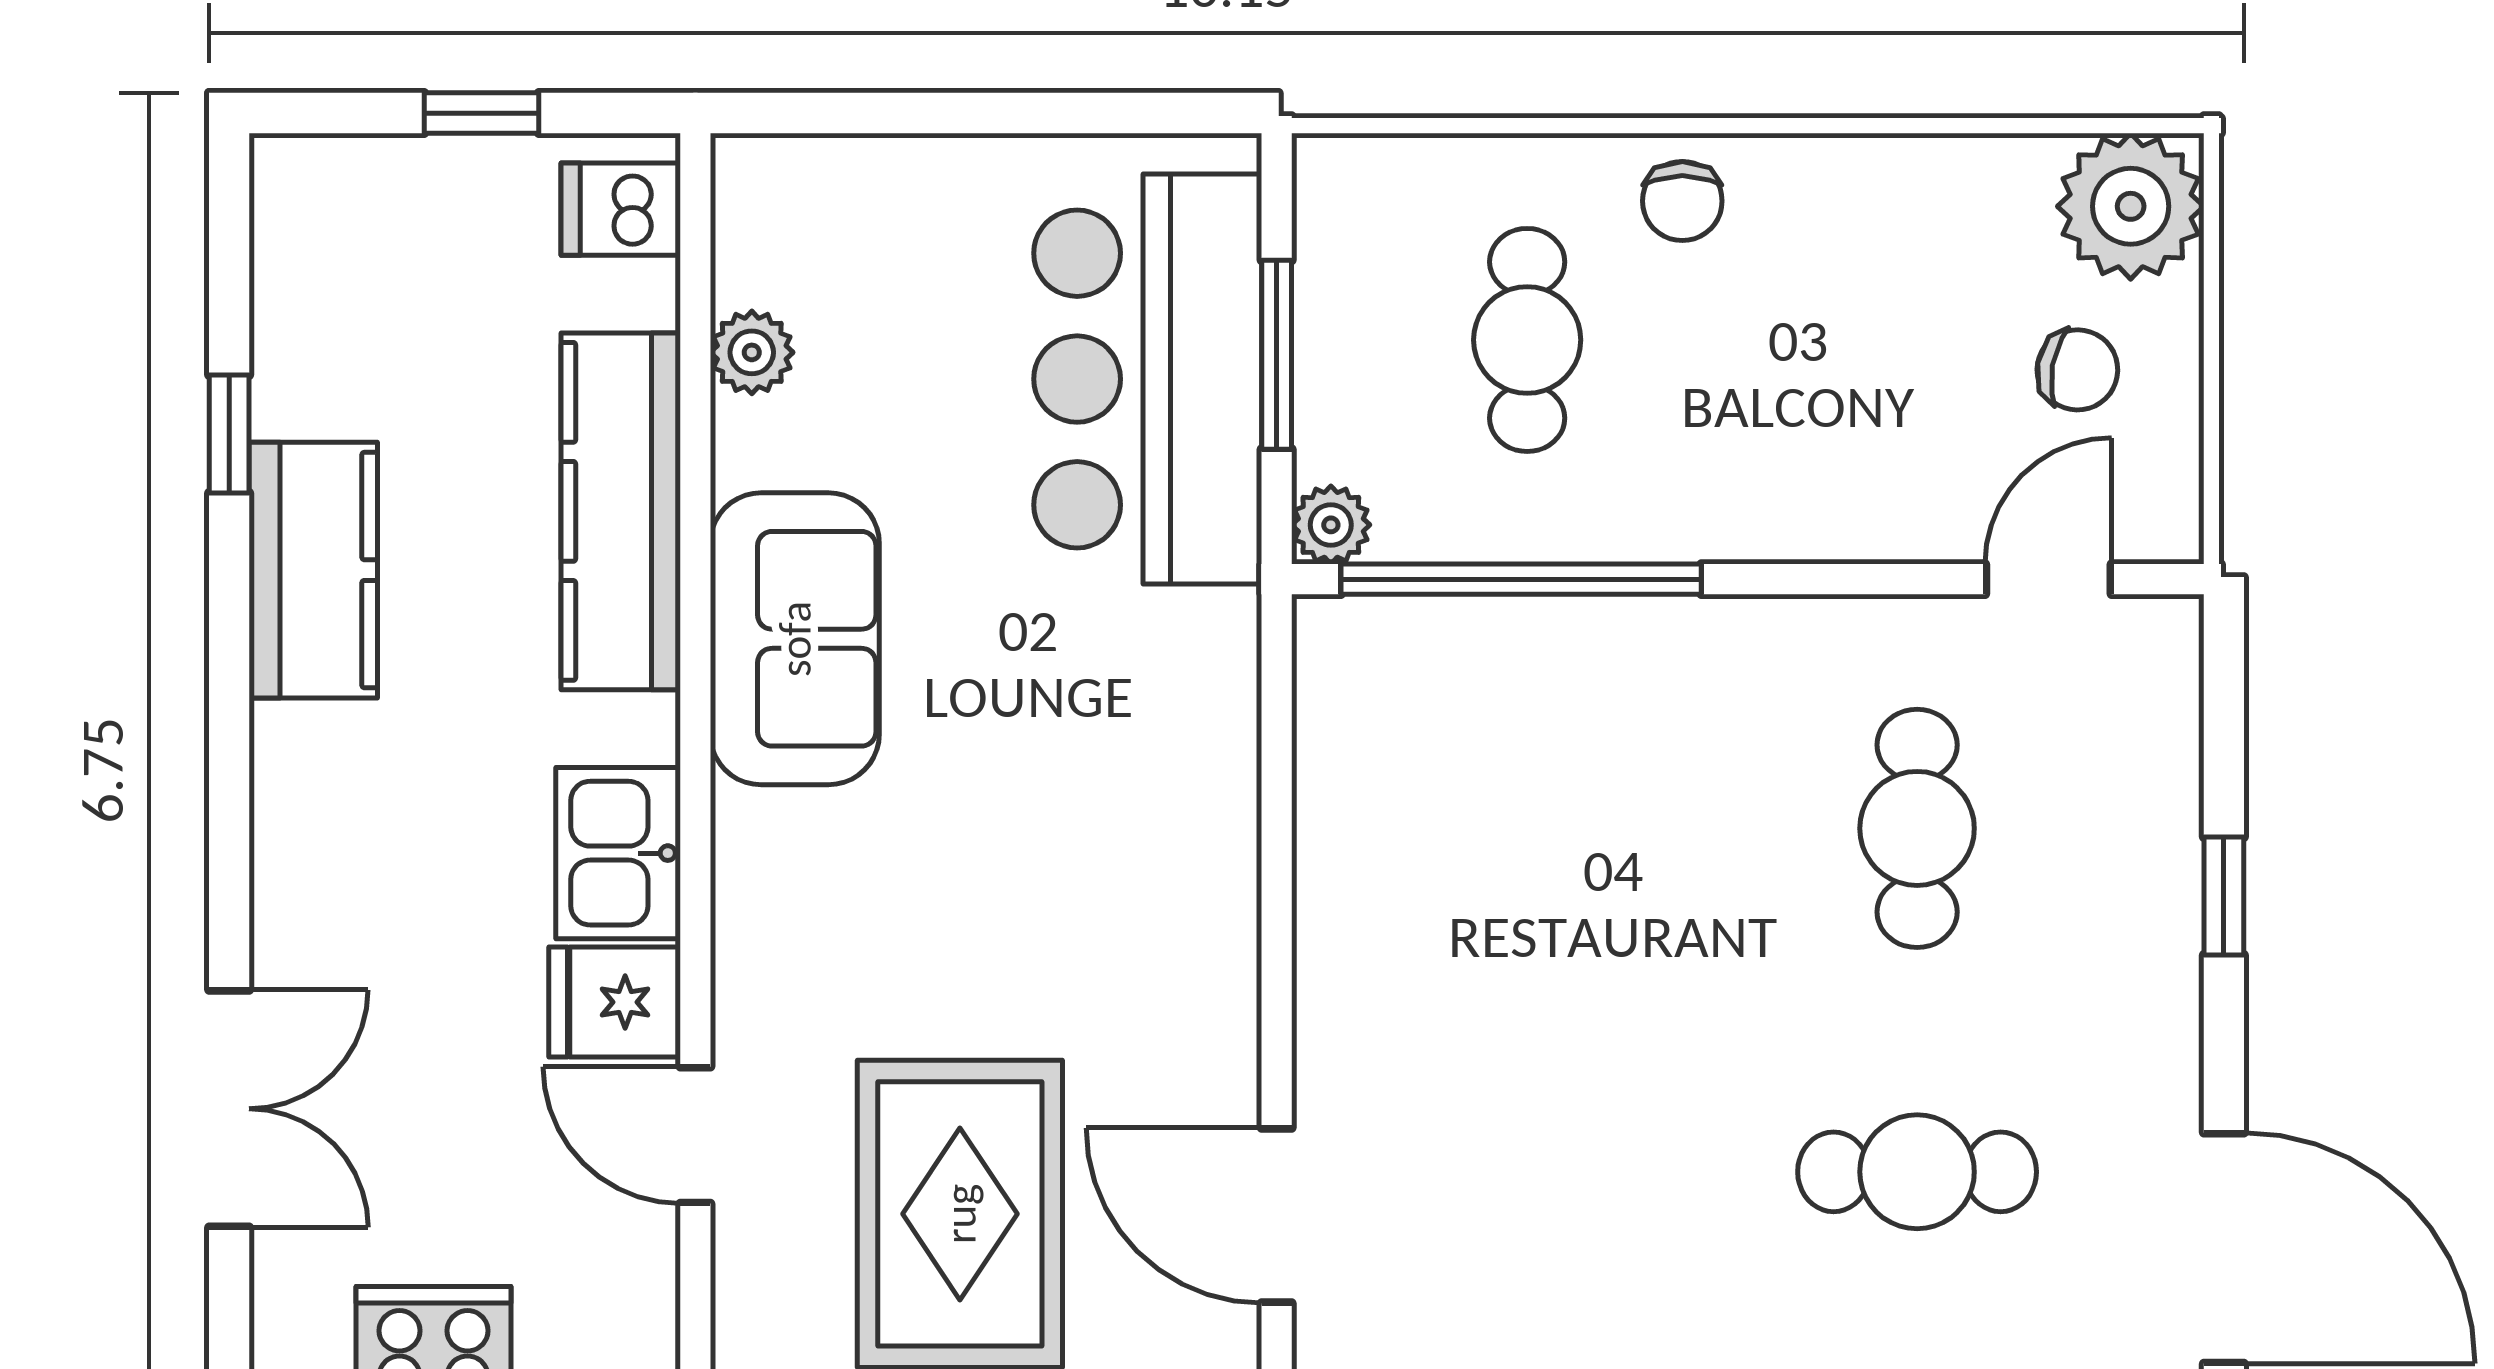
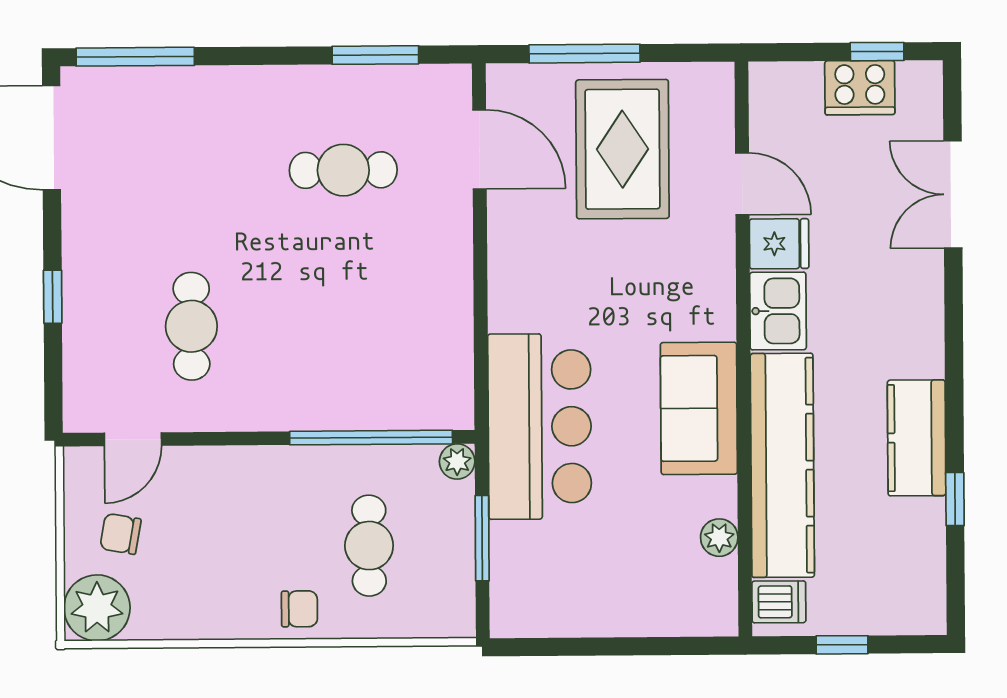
chair: (1682, 201) -> (299, 609), turned 90
bar counter: (1148, 379) -> (540, 426), moved
kitchen counter: (621, 511) -> (782, 465), width x1.39, depth x1.17
cafe table: (1917, 1172) -> (343, 170), moved

